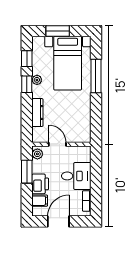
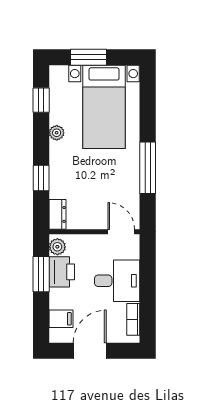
window: (96, 76) -> (148, 168), moved
window: (27, 84) -> (41, 178), moved
dresser: (37, 113) -> (58, 214), moved, width x0.70
door: (57, 144) -> (121, 232), moved
printer: (40, 184) -> (62, 272), moved

